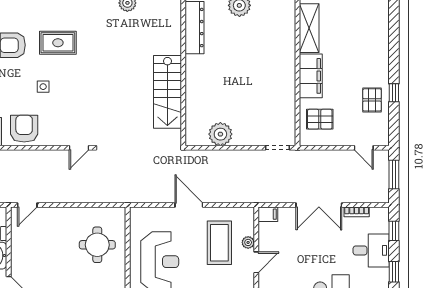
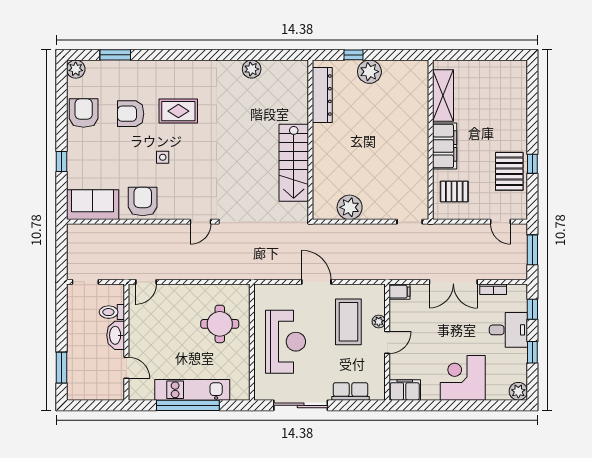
pallet: (372, 100) -> (509, 171), width x1.50, depth x1.42

